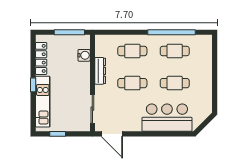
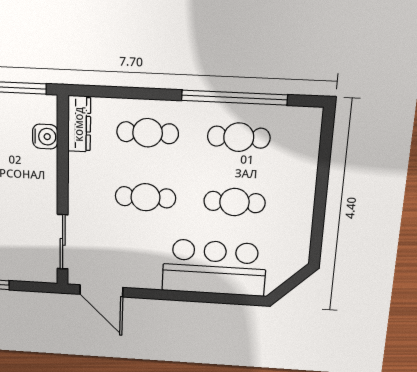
dresser: (100, 71) -> (79, 124), moved

